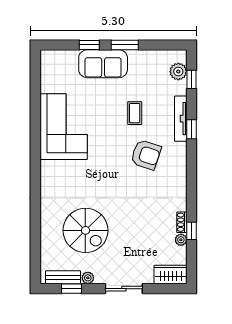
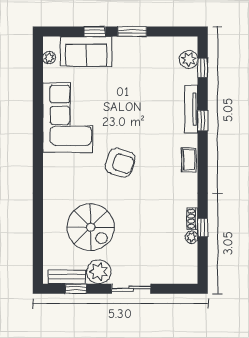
sofa: (103, 64) -> (86, 51), moved
plant: (46, 70) -> (49, 58), added
coffee table: (135, 113) -> (189, 160), moved
armchair: (146, 155) -> (120, 163), moved
wardrobe: (171, 274) -> (181, 274), removed
plant: (88, 278) -> (99, 272), width x1.87, depth x1.87

